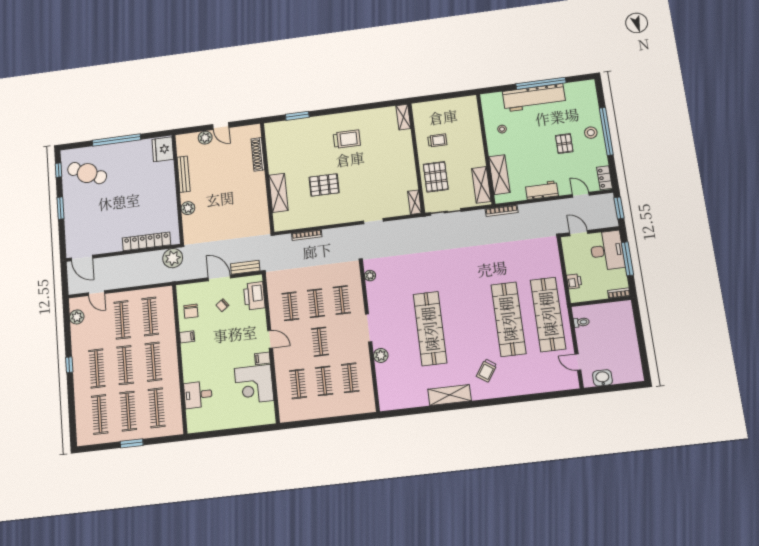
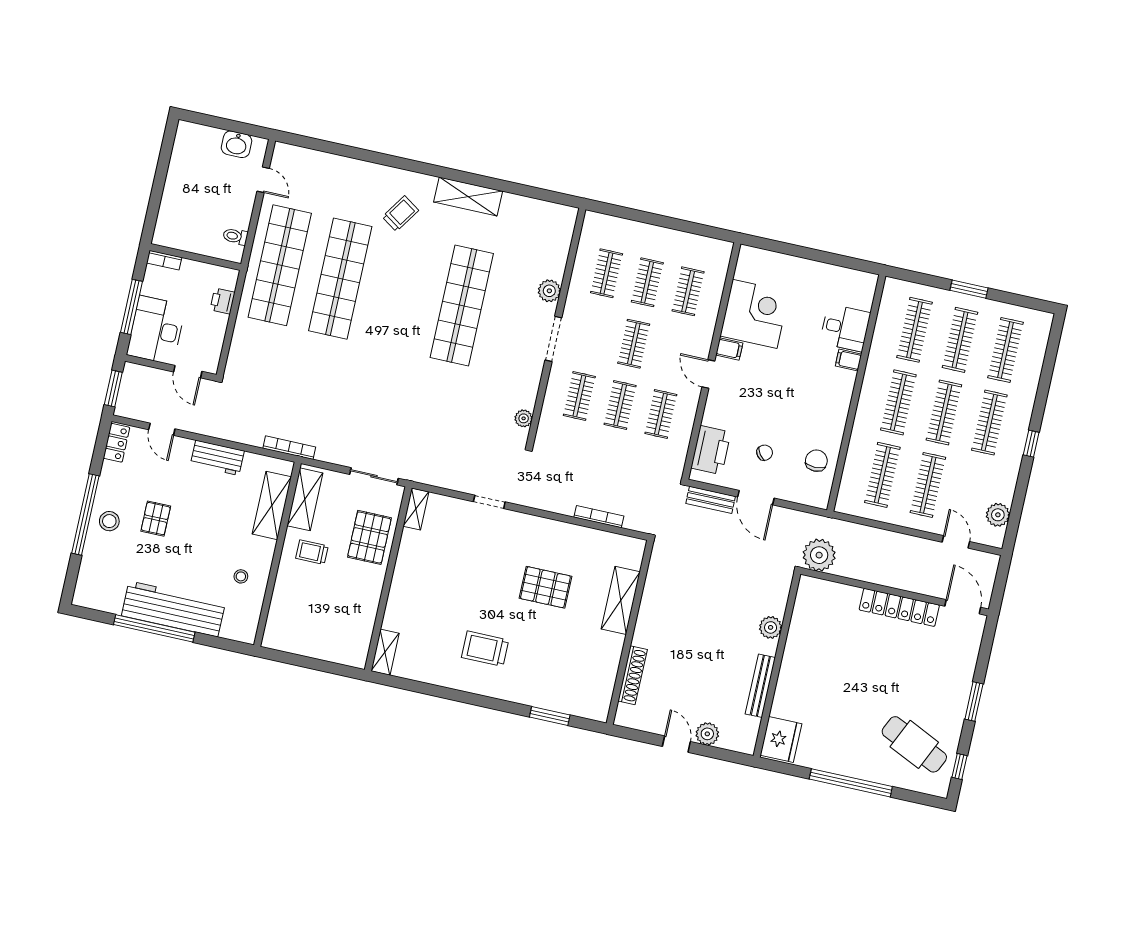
trolley: (437, 140) -> (312, 552), moved
locker: (146, 241) -> (899, 607), moved
filing cabinet: (187, 337) -> (849, 360), moved

